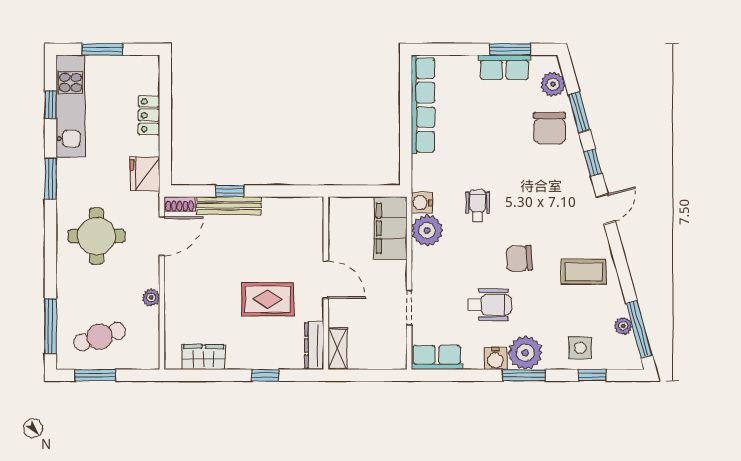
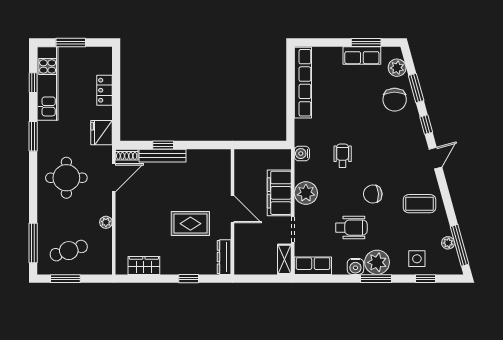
filing cabinet: (390, 228) -> (279, 193), moved
plant: (427, 230) -> (306, 193), moved
shelving: (338, 349) -> (284, 259), moved

